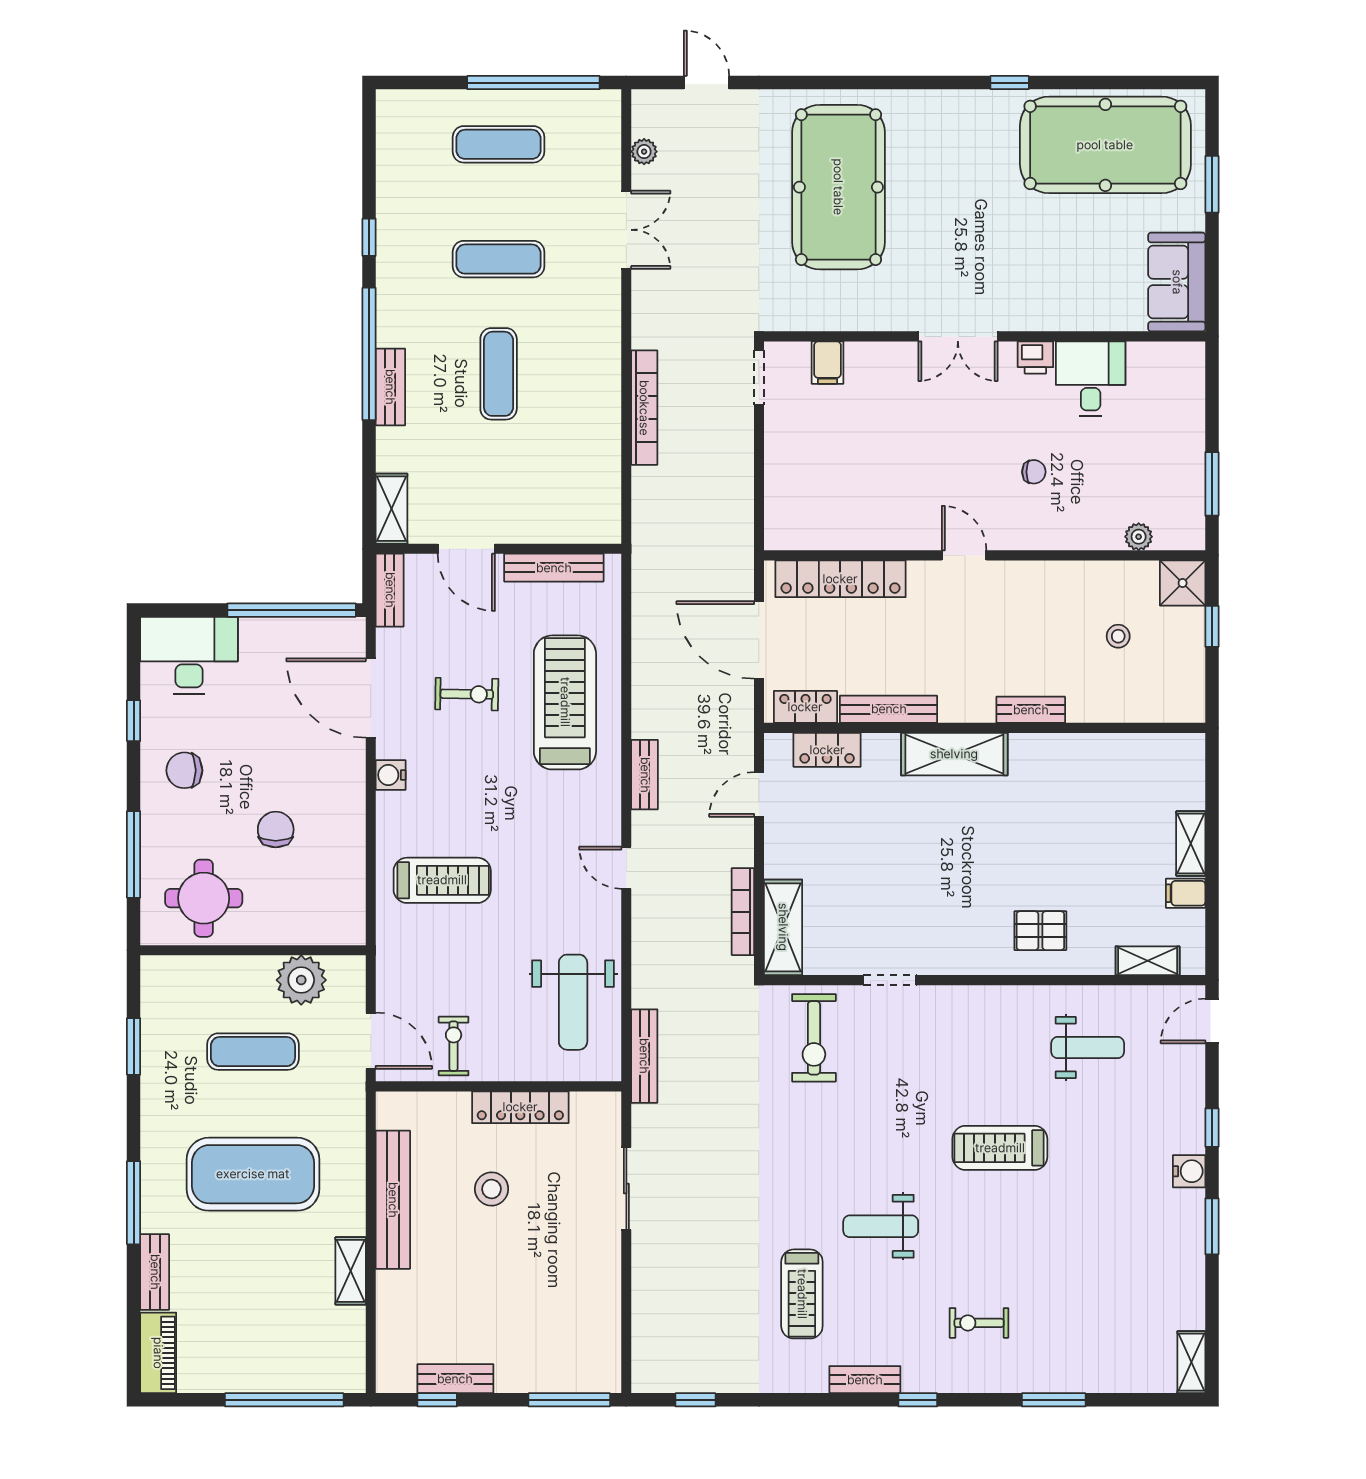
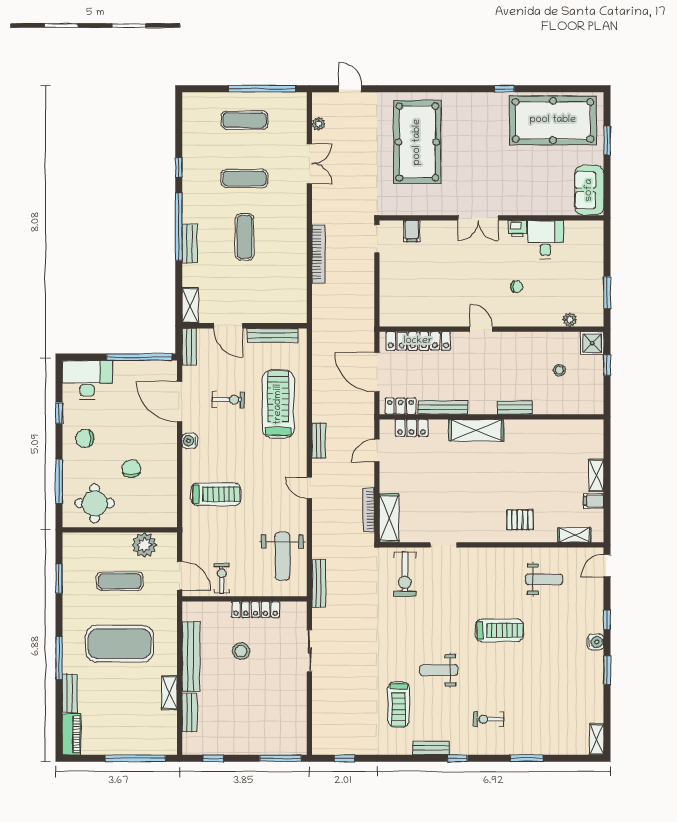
treadmill: (1000, 1148) -> (499, 630), turned 180
bench: (455, 1379) -> (190, 712), moved, turned 90

